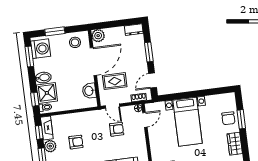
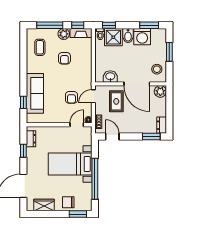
washing machine: (41, 49) -> (142, 37), moved
window: (149, 52) -> (151, 137), moved
window: (200, 93) -> (95, 179), added
window: (241, 119) -> (78, 214), moved
door: (145, 120) -> (77, 125), swing flipped

